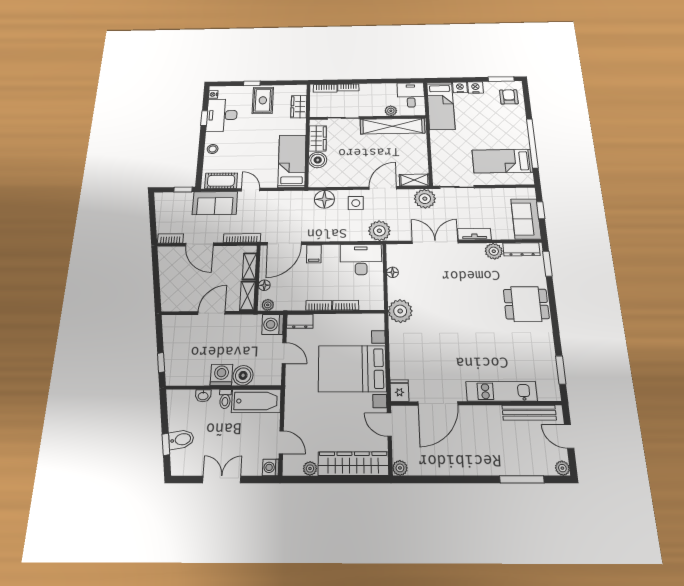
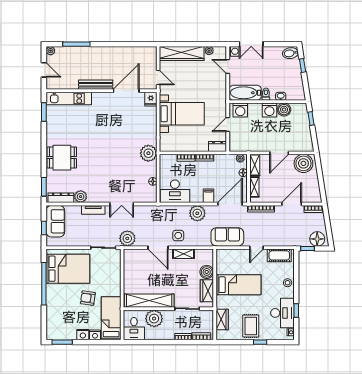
armchair: (509, 97) -> (88, 298), moved, turned 98
plant: (391, 111) -> (154, 319), width x1.88, depth x1.88
bed: (292, 161) -> (238, 285), moved, turned -90
bed: (502, 161) -> (68, 269), width x1.50
shelving: (414, 180) -> (183, 254), moved
door: (383, 188) -> (158, 248), hinge flipped
door: (251, 190) -> (257, 248), hinge flipped
floor lamp: (324, 199) -> (317, 239), moved
sofa: (215, 203) -> (227, 237), moved
plant: (379, 231) -> (197, 213), moved
double door: (435, 242) -> (122, 204), width x0.73
door: (199, 245) -> (292, 204), hinge flipped
boiler: (178, 299) -> (303, 163), added
washing machine: (273, 324) -> (240, 110), moved, turned 90
door: (284, 353) -> (228, 124), hinge flipped
bed with nightstands: (352, 369) -> (182, 114), width x0.73
boiler: (243, 375) -> (284, 110), moved
kitchen unit: (501, 391) -> (69, 98), moved
bench: (529, 413) -> (96, 85), moved
bidet: (181, 439) -> (290, 53), moved
plant: (400, 468) -> (152, 51), removed
double door: (222, 479) -> (251, 44), moved

